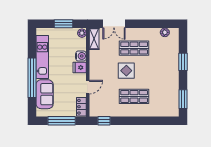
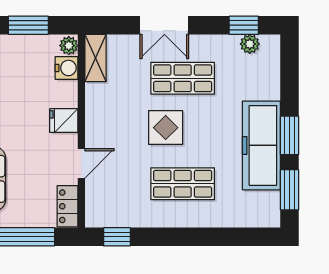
double door: (114, 24) -> (164, 25), moved
window: (162, 24) -> (244, 25), added
water cooler: (81, 56) -> (67, 68), moved
window: (183, 62) -> (290, 135), moved
freezer: (170, 79) -> (261, 145), added

